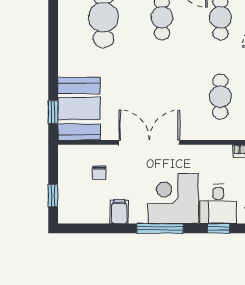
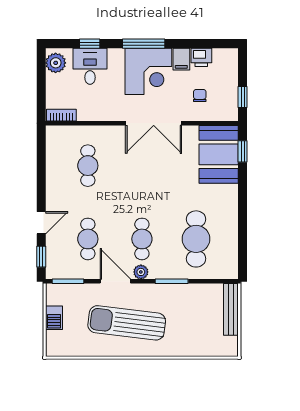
window: (53, 195) -> (243, 97), moved
corner desk: (173, 199) -> (148, 71), moved
printer: (98, 214) -> (201, 57), added

